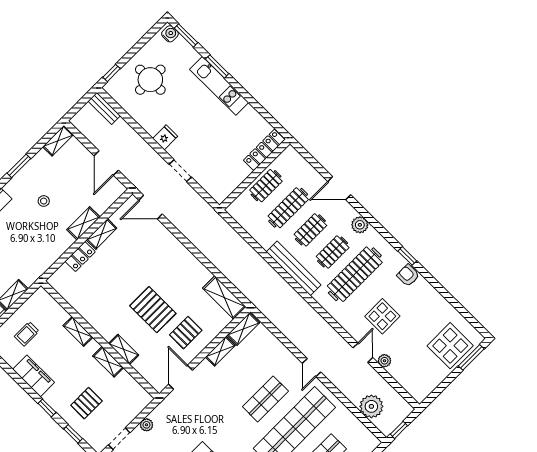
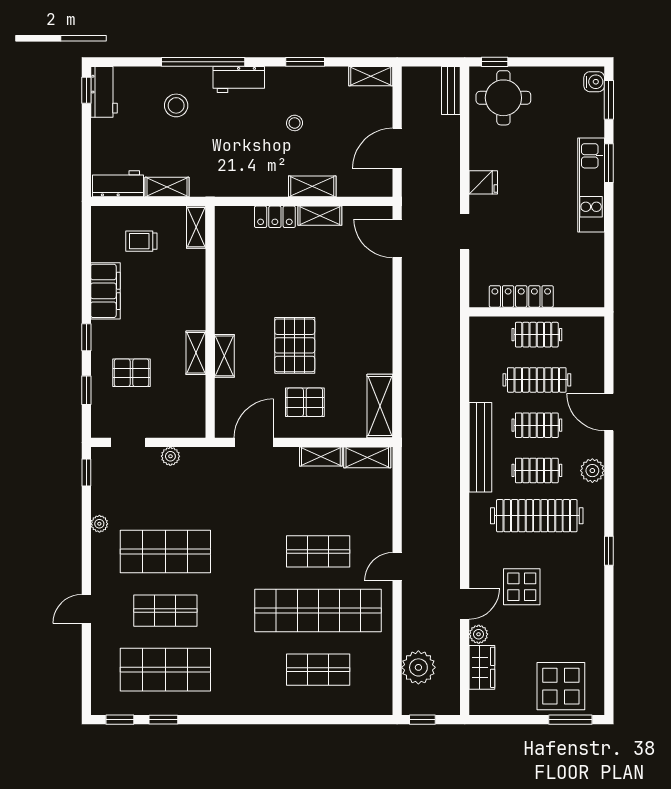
round table: (150, 80) -> (503, 98), moved
locker: (264, 150) -> (521, 296), moved
armchair: (408, 275) -> (590, 571), removed
shelving: (78, 331) -> (196, 227), moved
wardrobe: (402, 375) -> (482, 667), added

